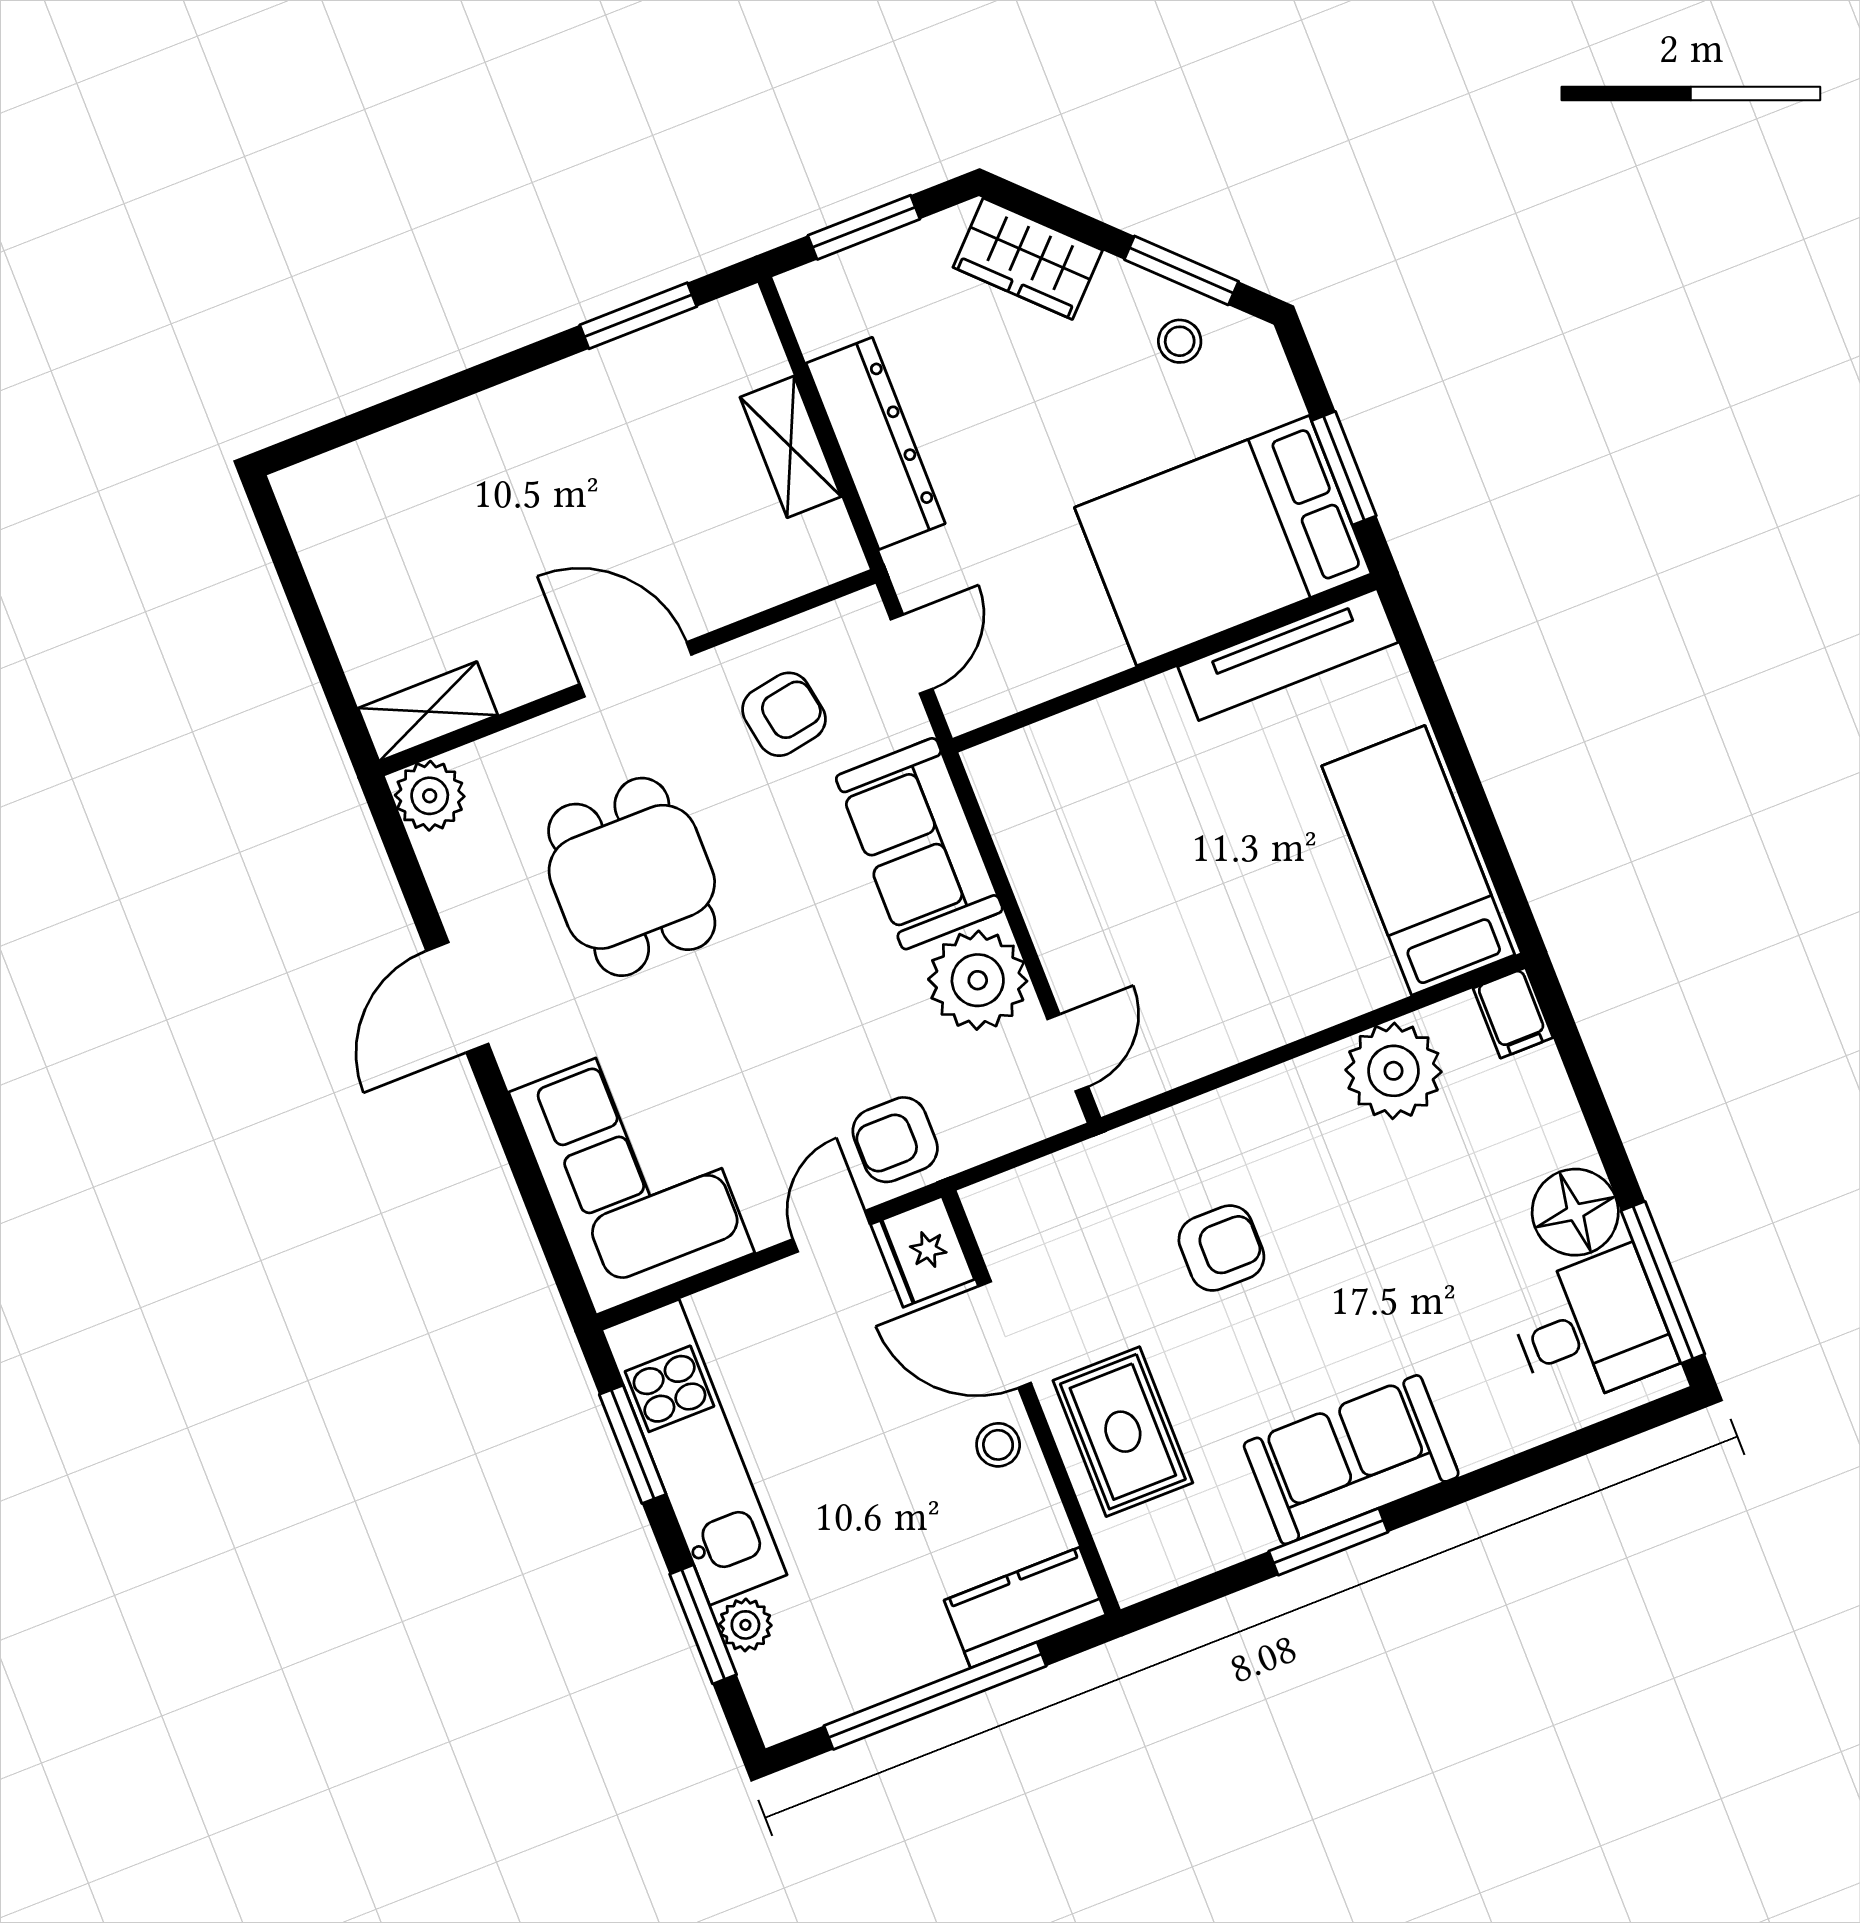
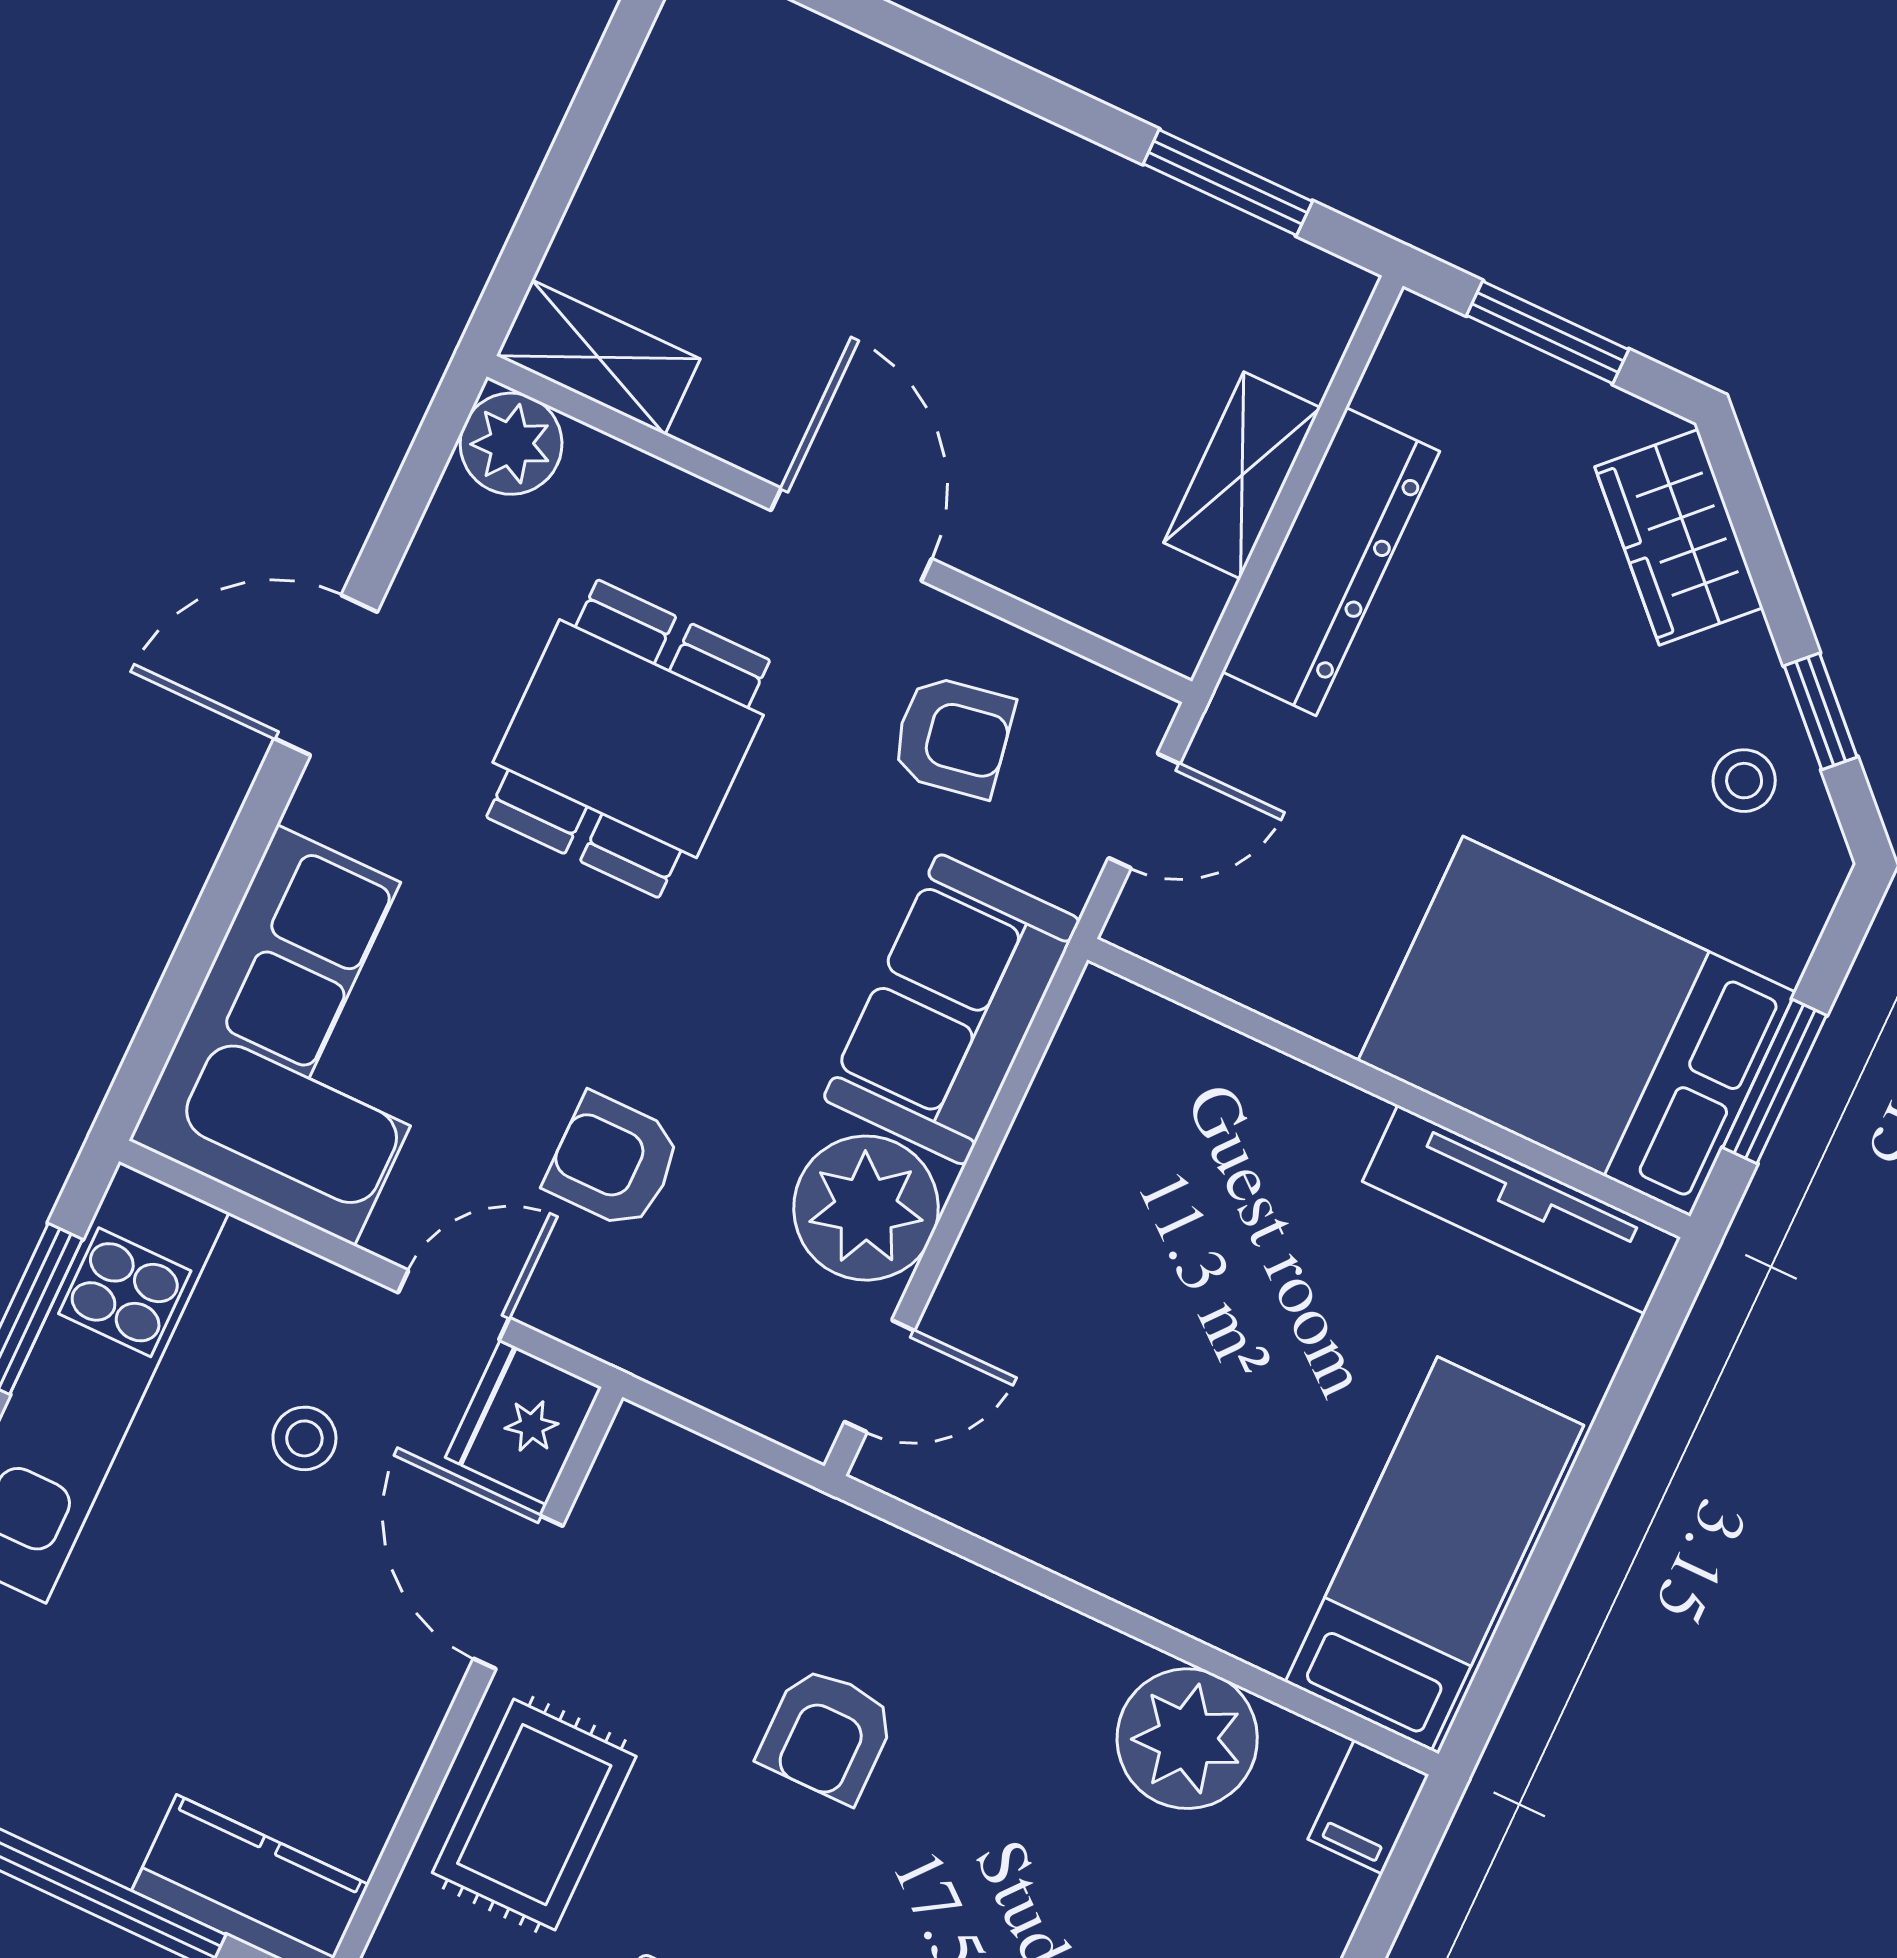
window: (1181, 270) -> (1821, 711), width x0.67
armchair: (895, 1140) -> (613, 1161), moved
armchair: (1221, 1248) -> (827, 1734), turned 90
stool: (998, 1445) -> (304, 1438), moved

